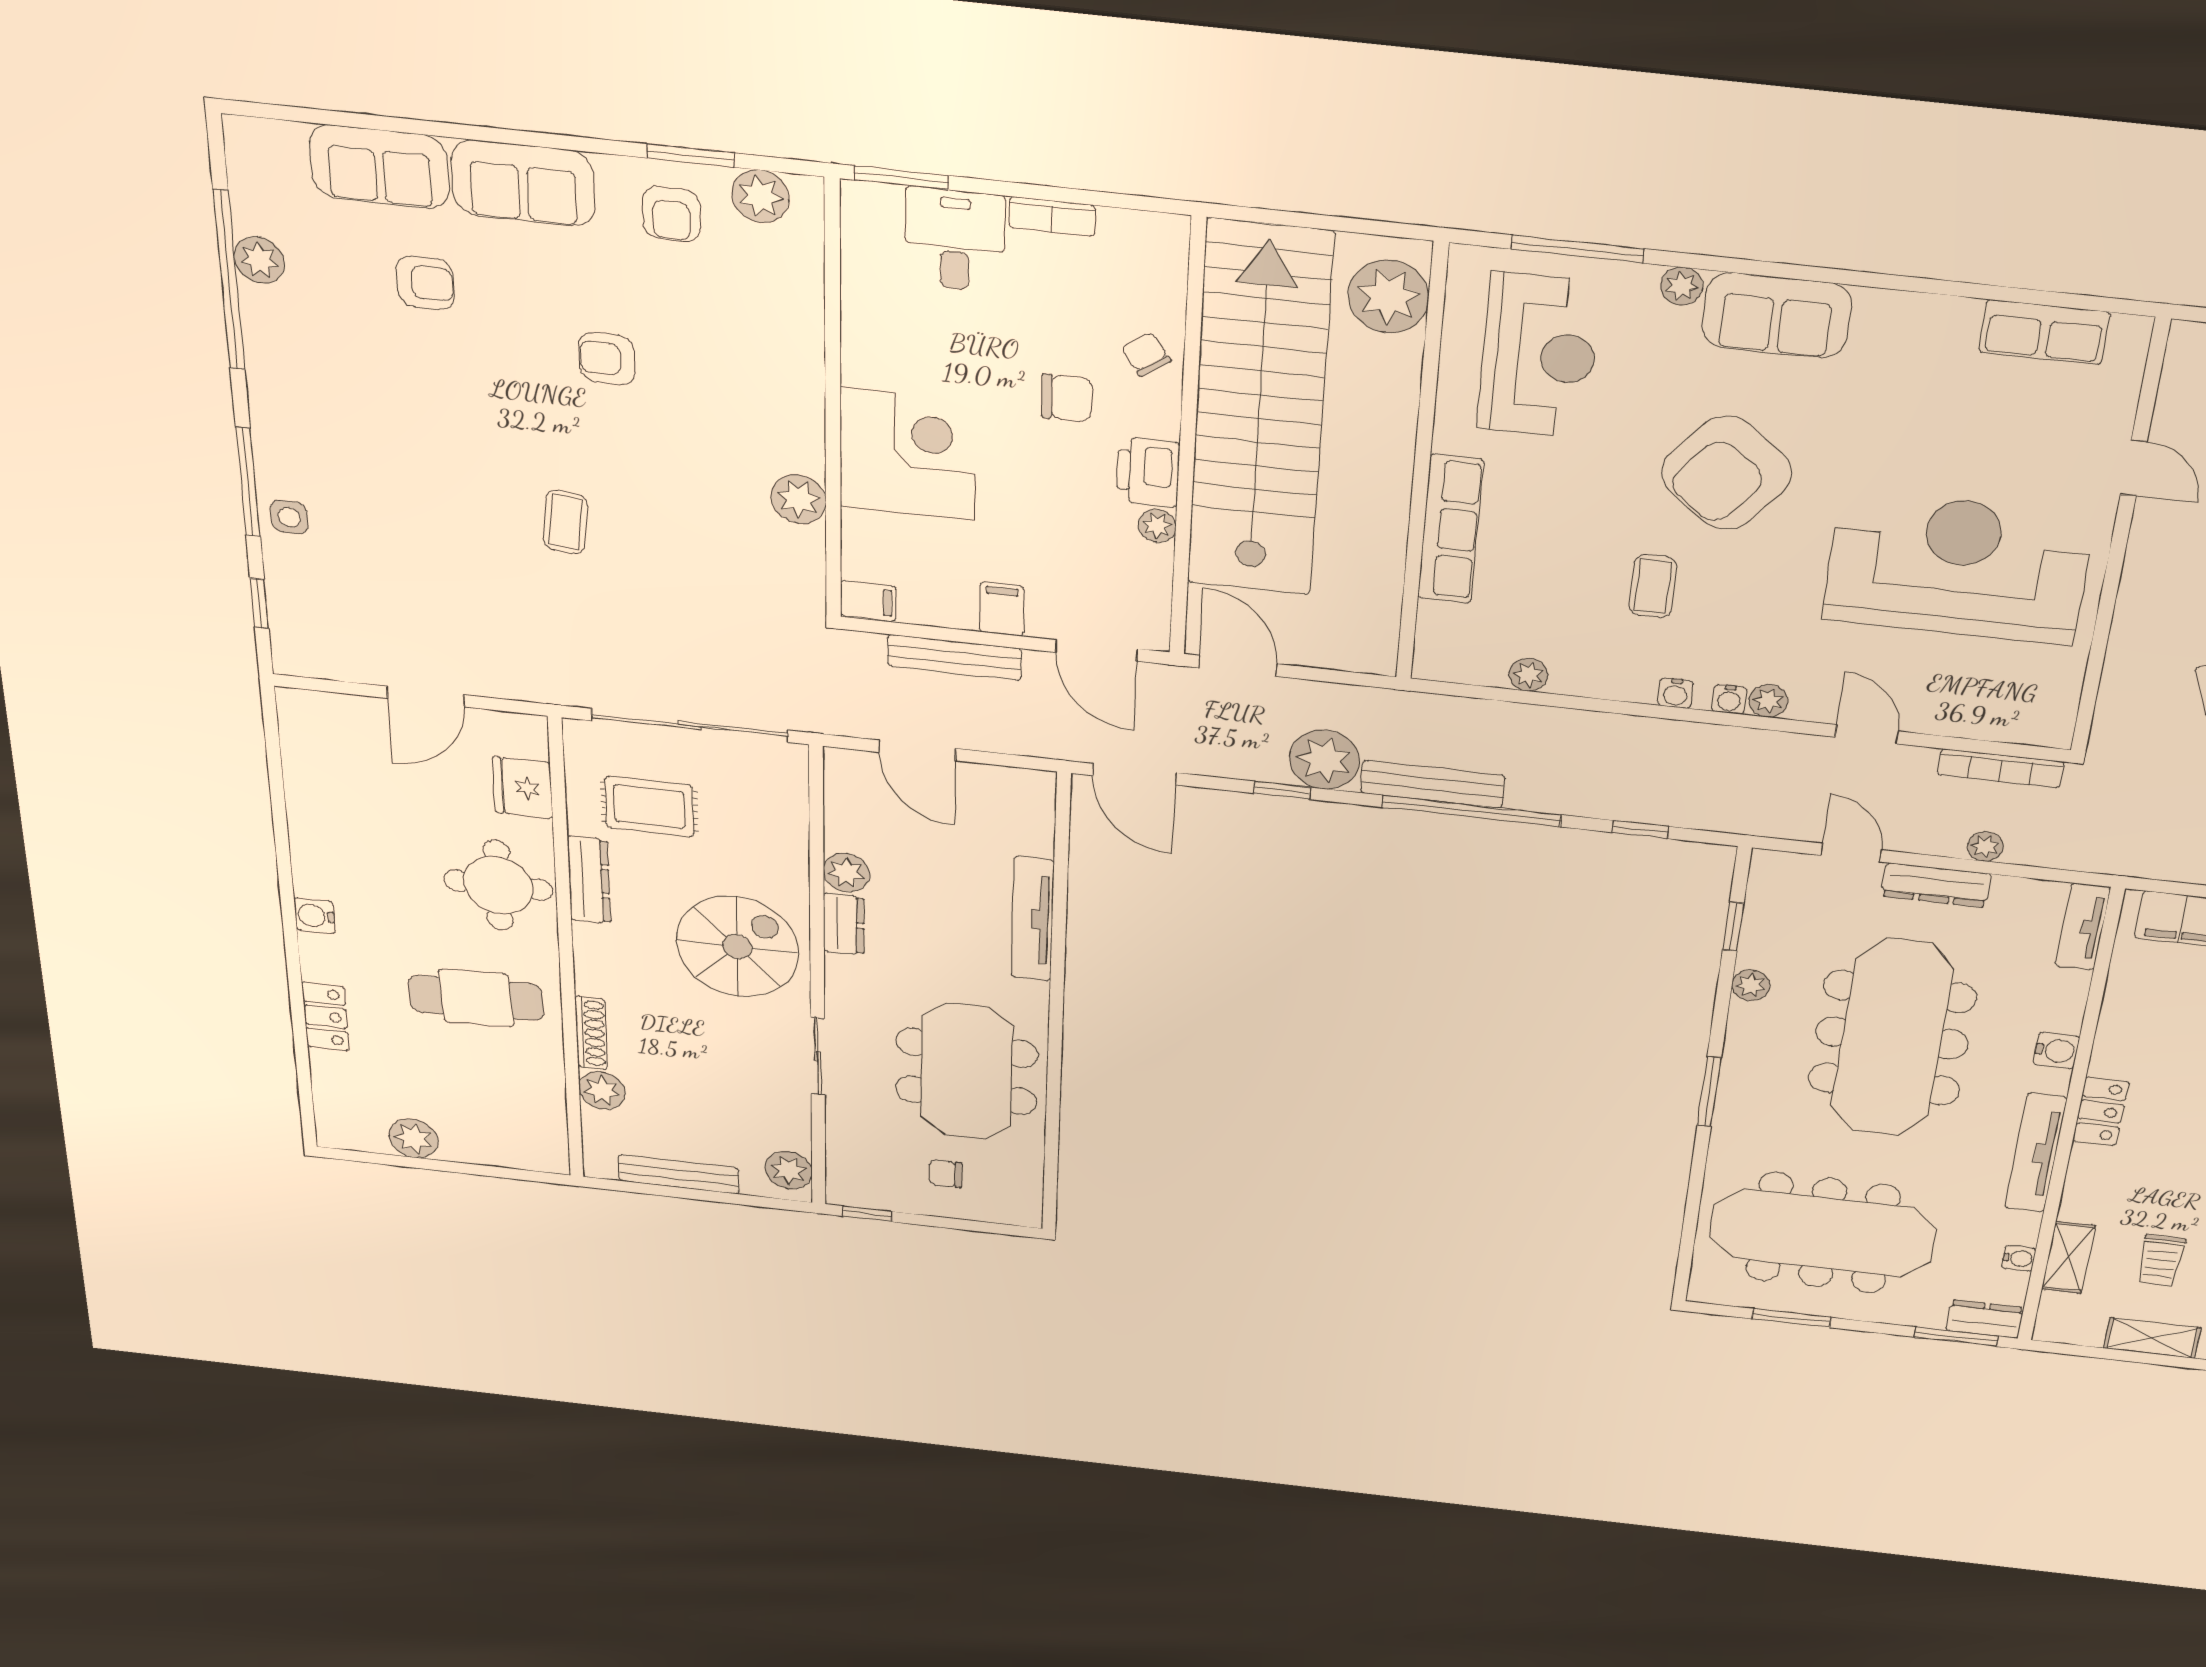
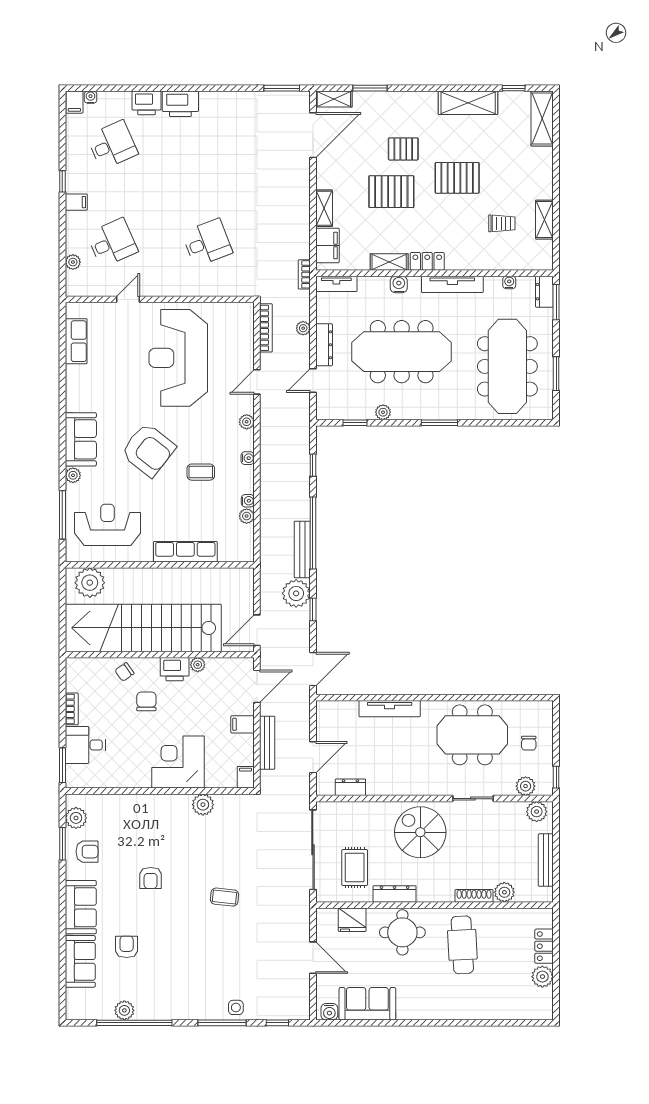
water cooler: (1729, 699) -> (248, 501), moved
sofa: (323, 796) -> (367, 1004), added
bookcase: (2120, 864) -> (304, 274), added
plant: (846, 873) -> (526, 786), moved
water cooler: (315, 916) -> (329, 1012), moved
dresser: (844, 924) -> (350, 787), moved
locker: (326, 1017) -> (544, 946), moved, turned -90
shelving: (2068, 1257) -> (389, 262), moved

